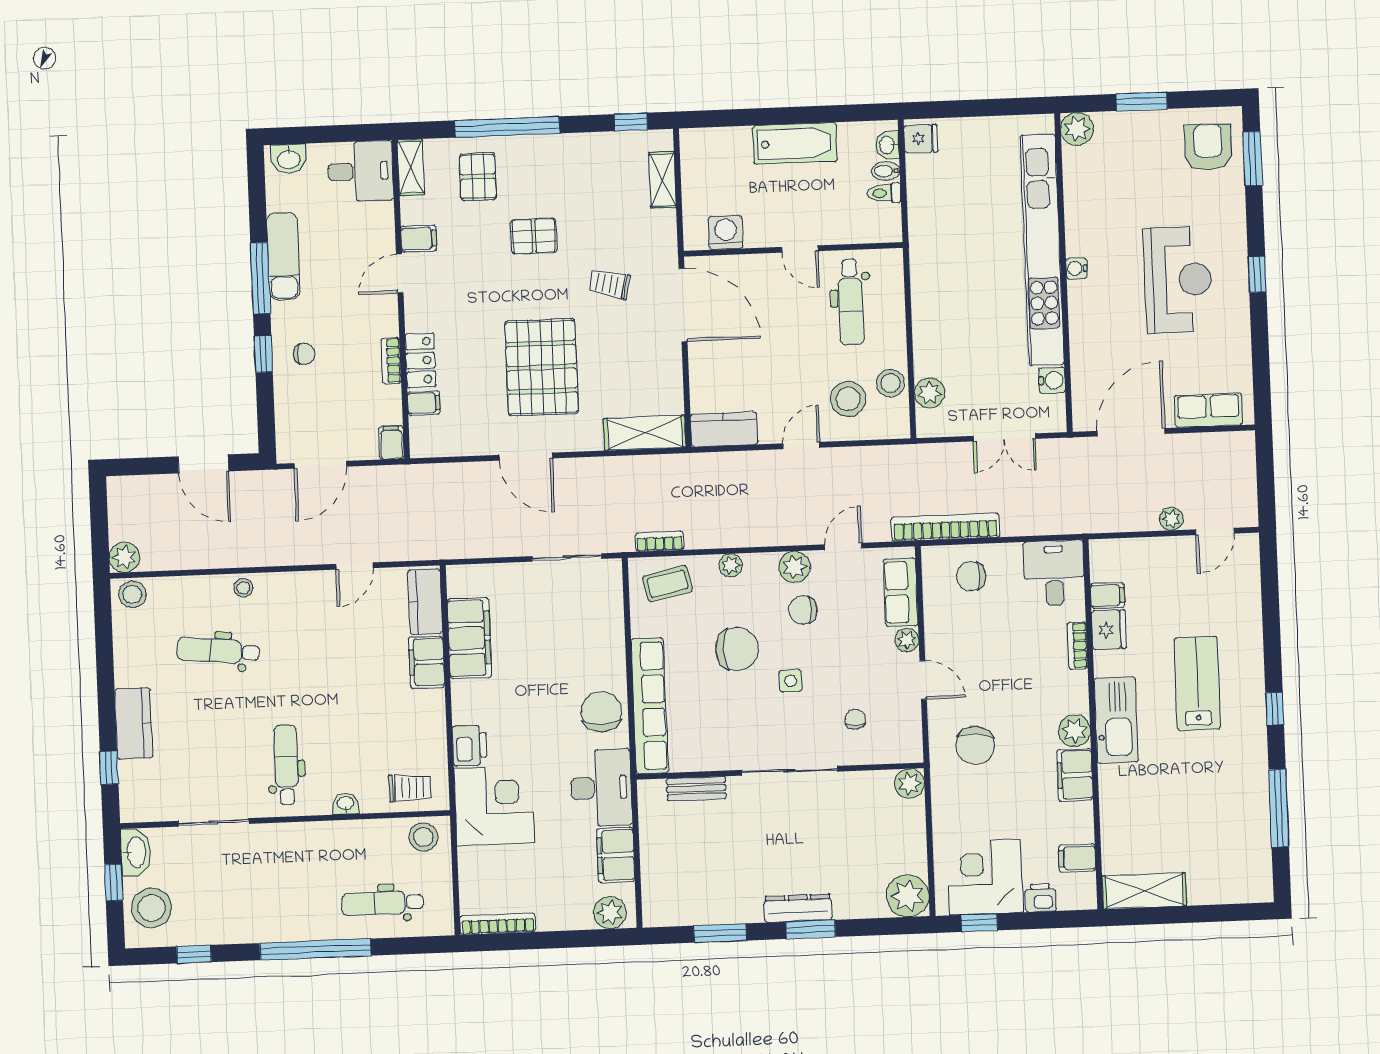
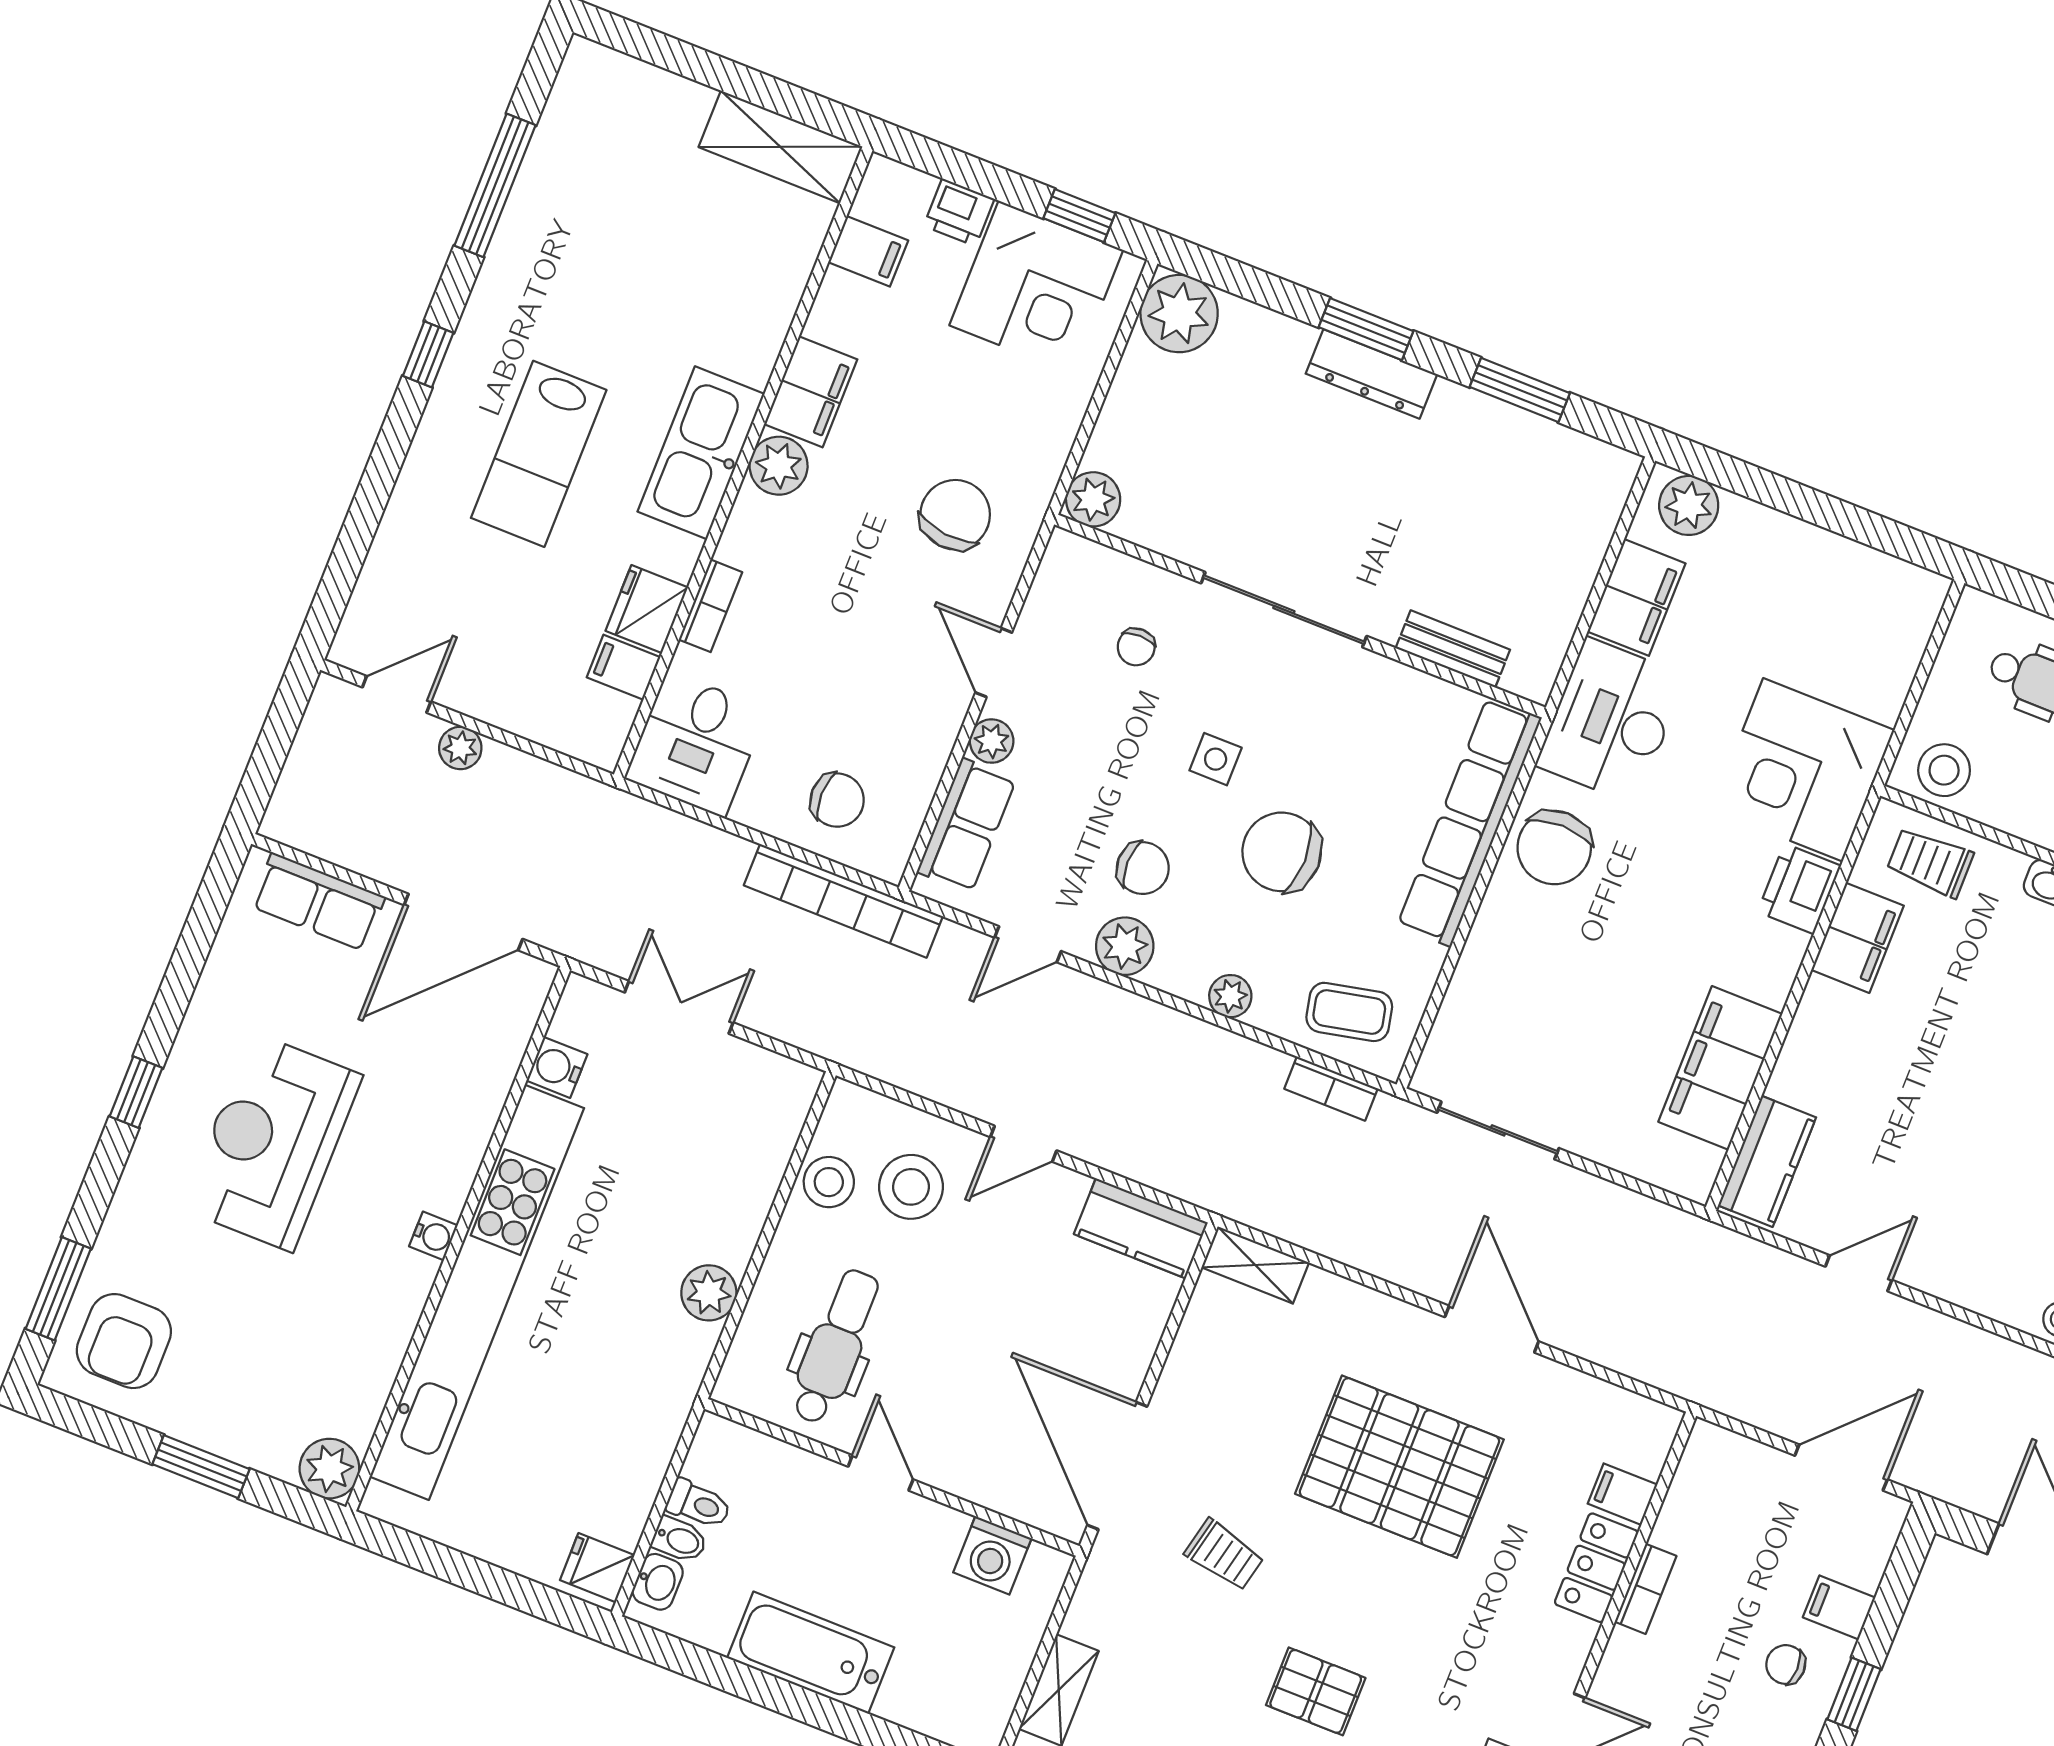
pallet: (542, 367) -> (1399, 1467), turned 90
plant: (930, 393) -> (709, 1293), moved
shelving: (645, 433) -> (1255, 1265), width x0.67, depth x0.75
filing cabinet: (391, 443) -> (1839, 1607), moved, turned 90
filing cabinet: (427, 662) -> (1857, 938), moved
bookcase: (498, 924) -> (1884, 570), removed

